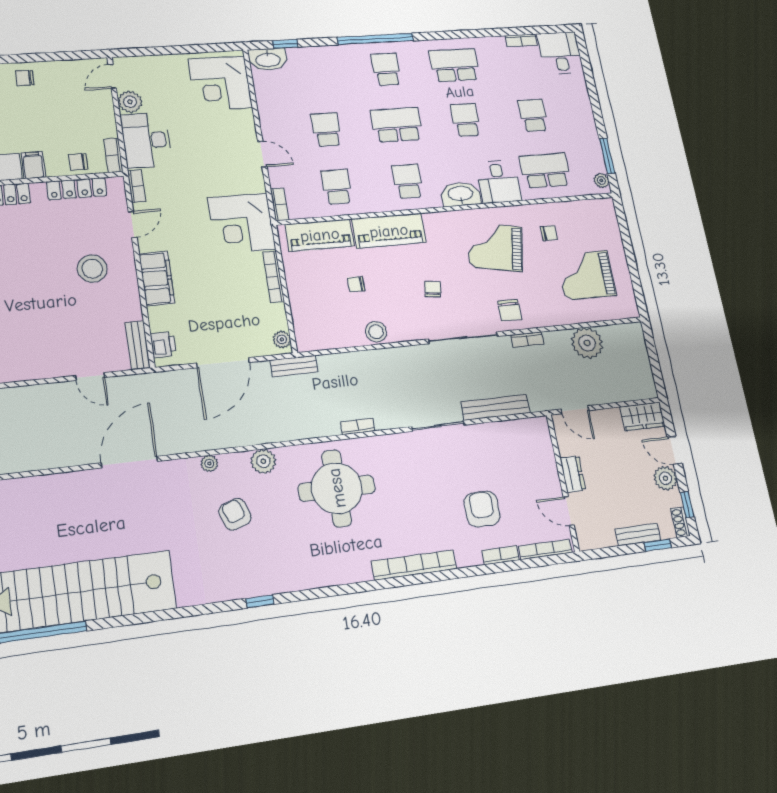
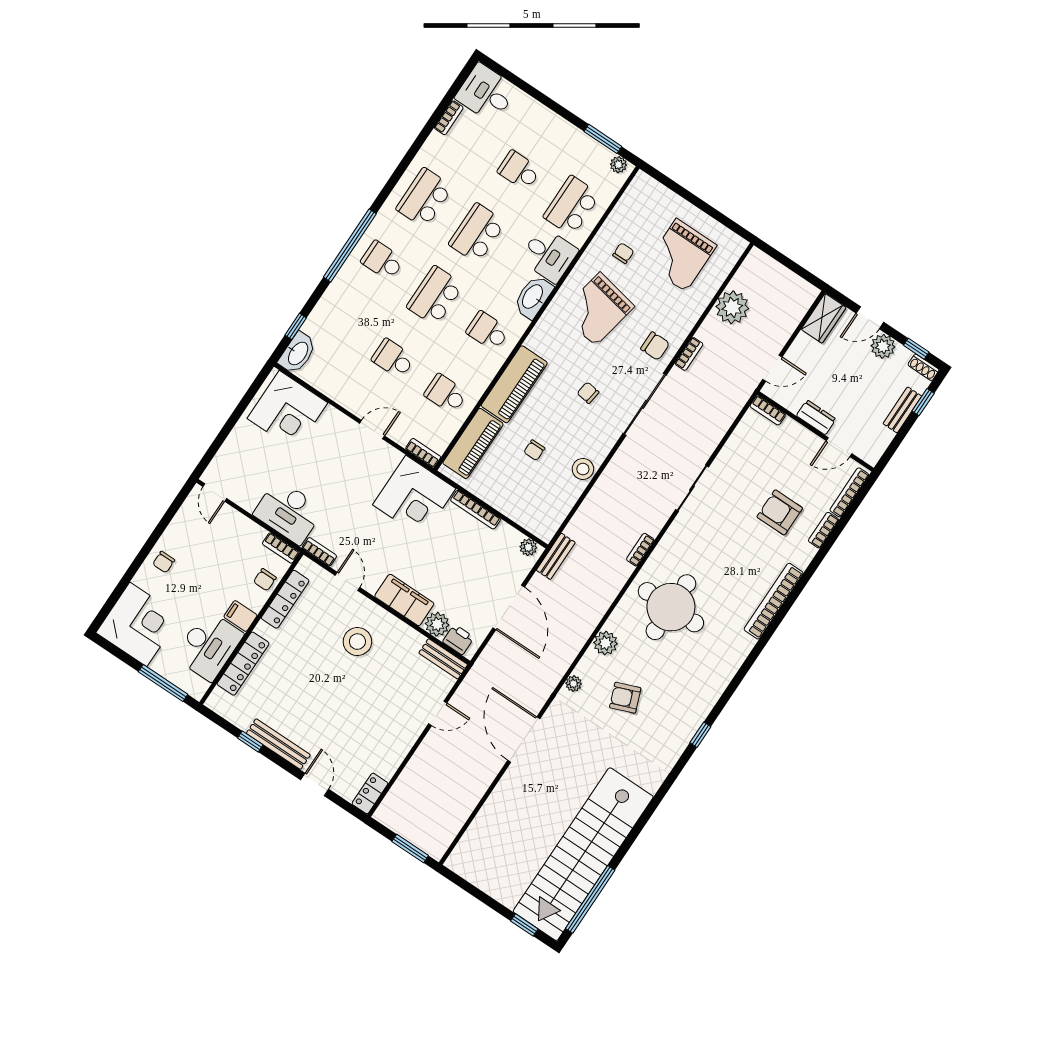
plant: (130, 102) -> (437, 624), moved
school desk: (466, 120) -> (477, 233), width x1.85
bench: (495, 407) -> (717, 430), removed
bookcase: (544, 433) -> (768, 410), added

